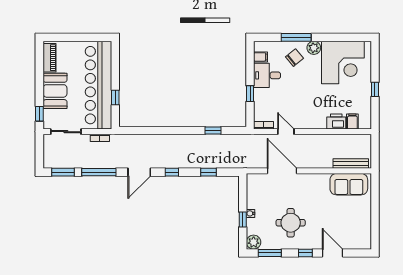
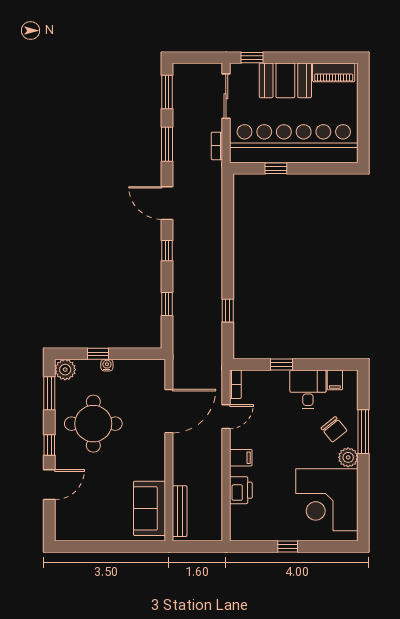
filing cabinet: (352, 122) -> (241, 458), moved
window: (99, 172) -> (167, 144), width x0.69
round table: (291, 223) -> (93, 424), width x1.36, depth x1.36

